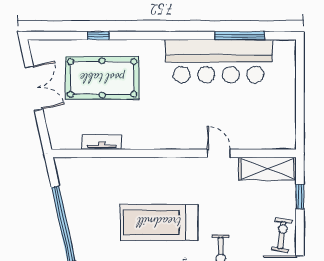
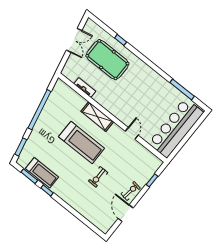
bar counter: (219, 61) -> (176, 128), moved, turned 90
shelving: (267, 169) -> (97, 117), moved
treadmill: (159, 222) -> (82, 142), turned 180

